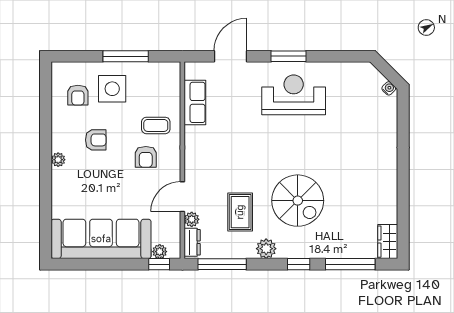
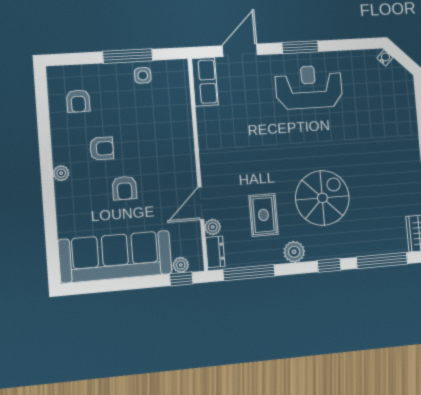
water cooler: (389, 88) -> (385, 58), moved
side table: (112, 89) -> (143, 75), moved, width x0.54, depth x0.54
row of seats: (195, 102) -> (205, 82), moved
coffee table: (156, 125) -> (166, 129), removed
armchair: (146, 157) -> (124, 188), moved
spiral stairs: (298, 201) -> (322, 198), turned -90

